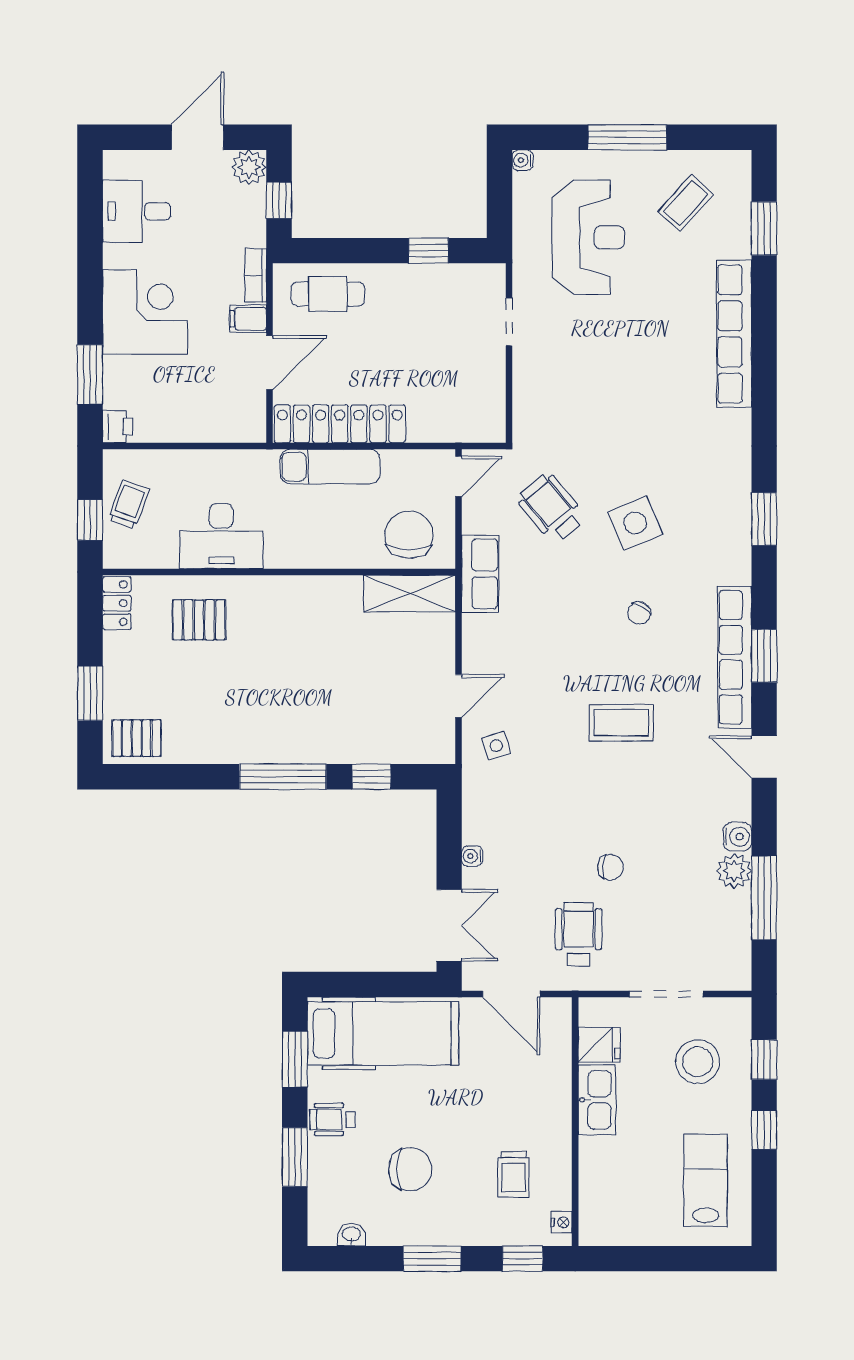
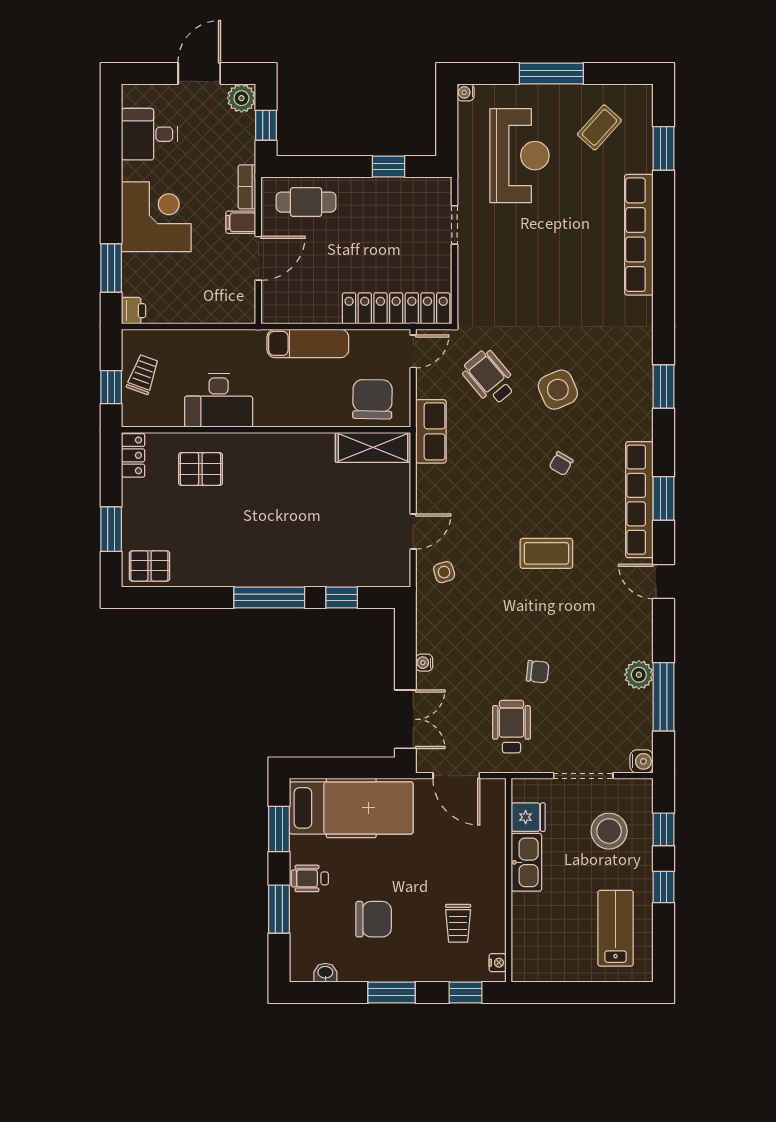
locker: (340, 424) -> (396, 308), moved
water cooler: (737, 837) -> (642, 761), moved

